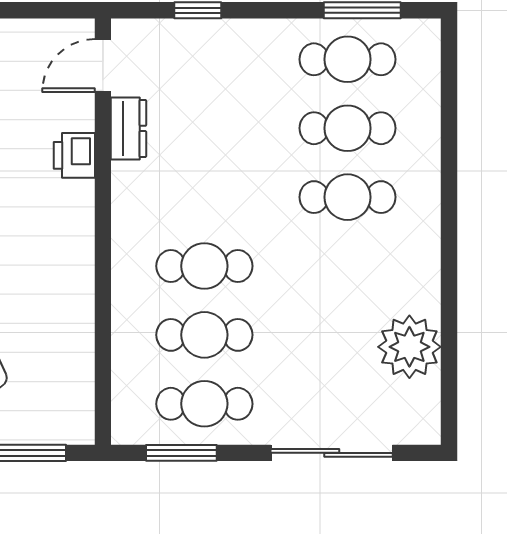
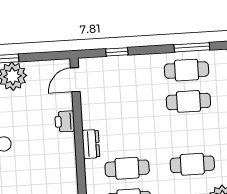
dresser: (128, 128) -> (91, 144), moved
cafe table: (348, 197) -> (192, 164), moved

